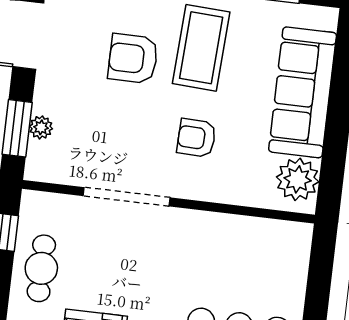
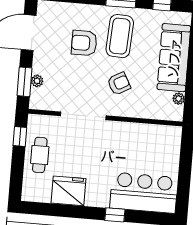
armchair: (196, 138) -> (119, 84), turned 149
plant: (298, 179) -> (179, 99), width x0.53, depth x0.53

